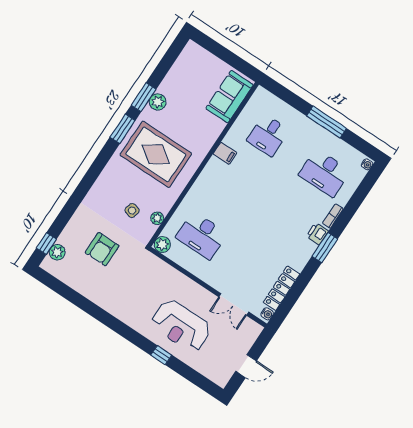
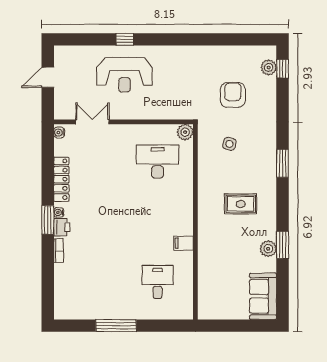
sofa: (230, 97) -> (263, 296), moved, turned 180
window: (123, 129) -> (283, 163), moved
rug: (156, 154) -> (241, 204), width x0.54, depth x0.49
water cooler: (367, 164) -> (59, 212), moved
desk: (325, 173) -> (89, 282), removed
plant: (157, 218) -> (204, 151), removed
locker: (282, 288) -> (61, 179), moved
reception desk: (181, 326) -> (124, 75), turned 180

